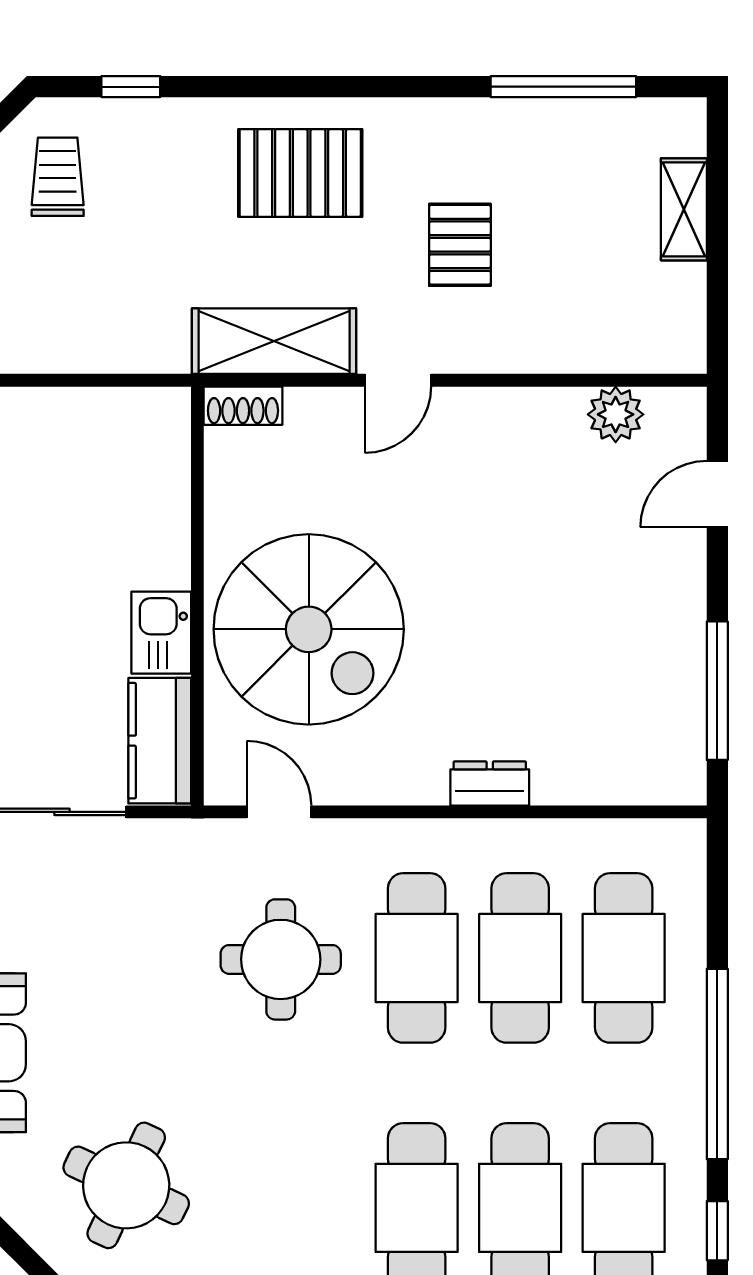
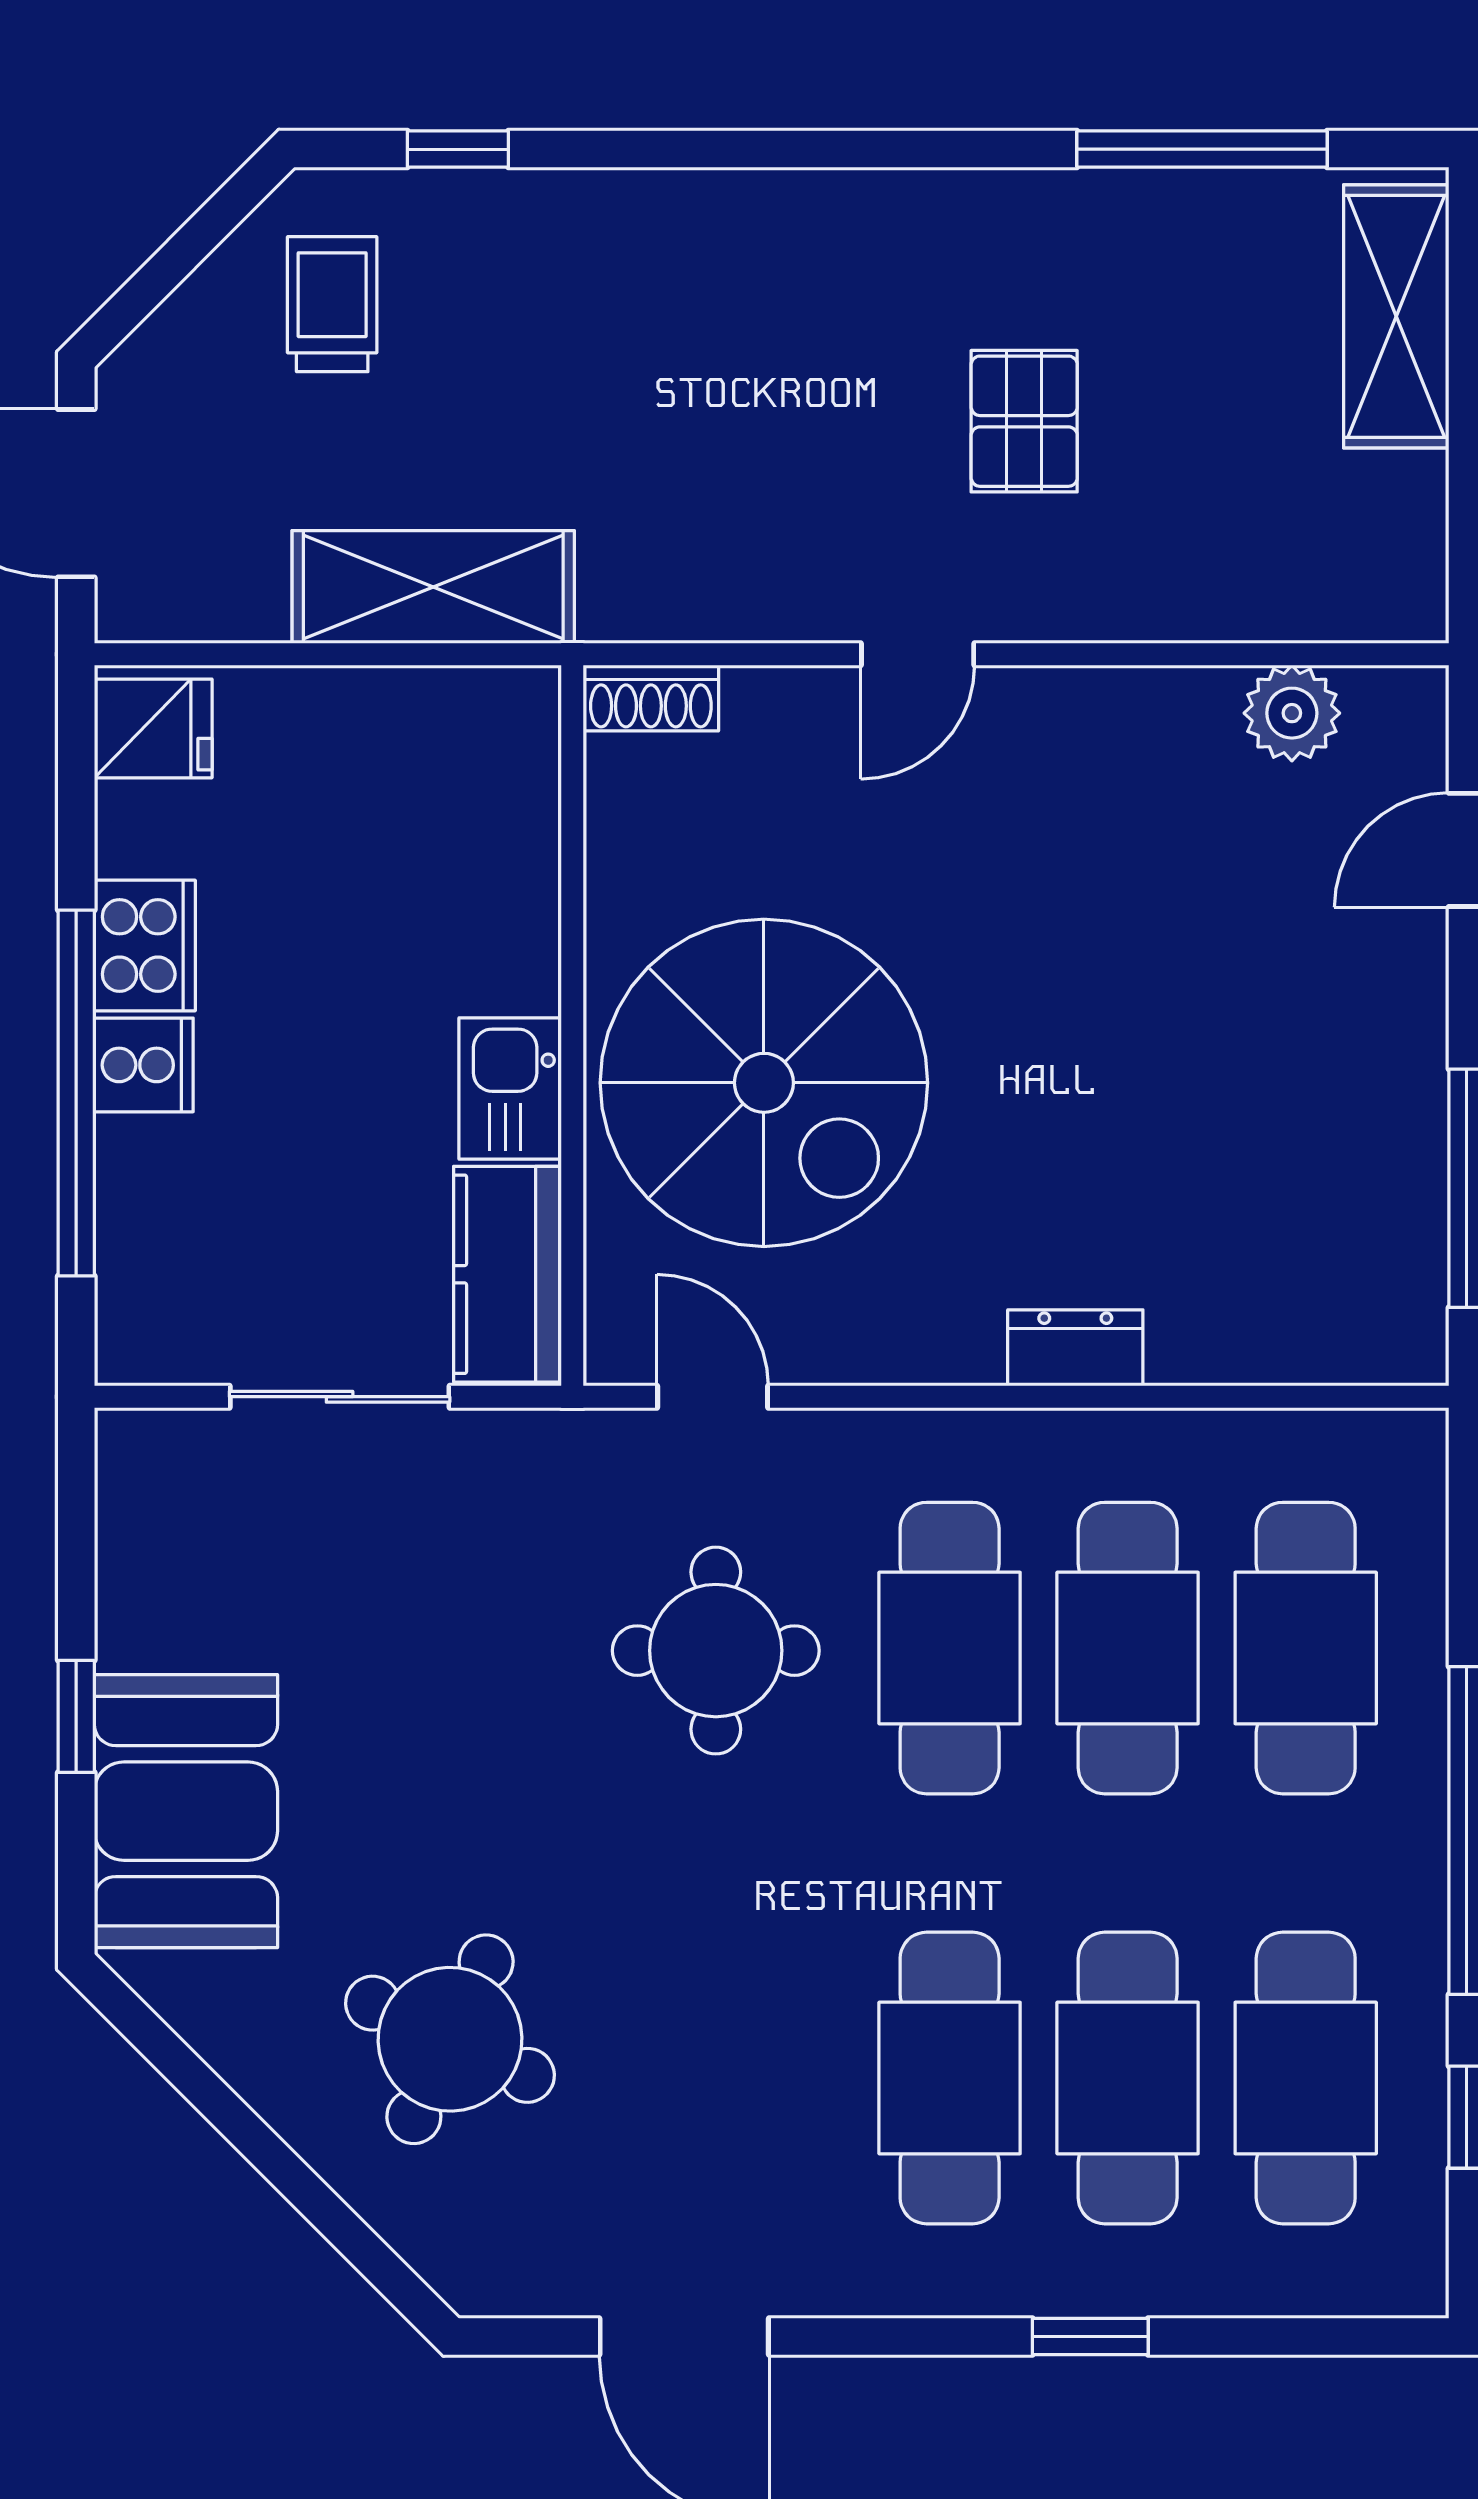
pallet: (300, 173) -> (749, 298), removed
shelving: (684, 209) -> (1396, 316), width x1.50, depth x1.33
shelving: (274, 341) -> (433, 587), moved

